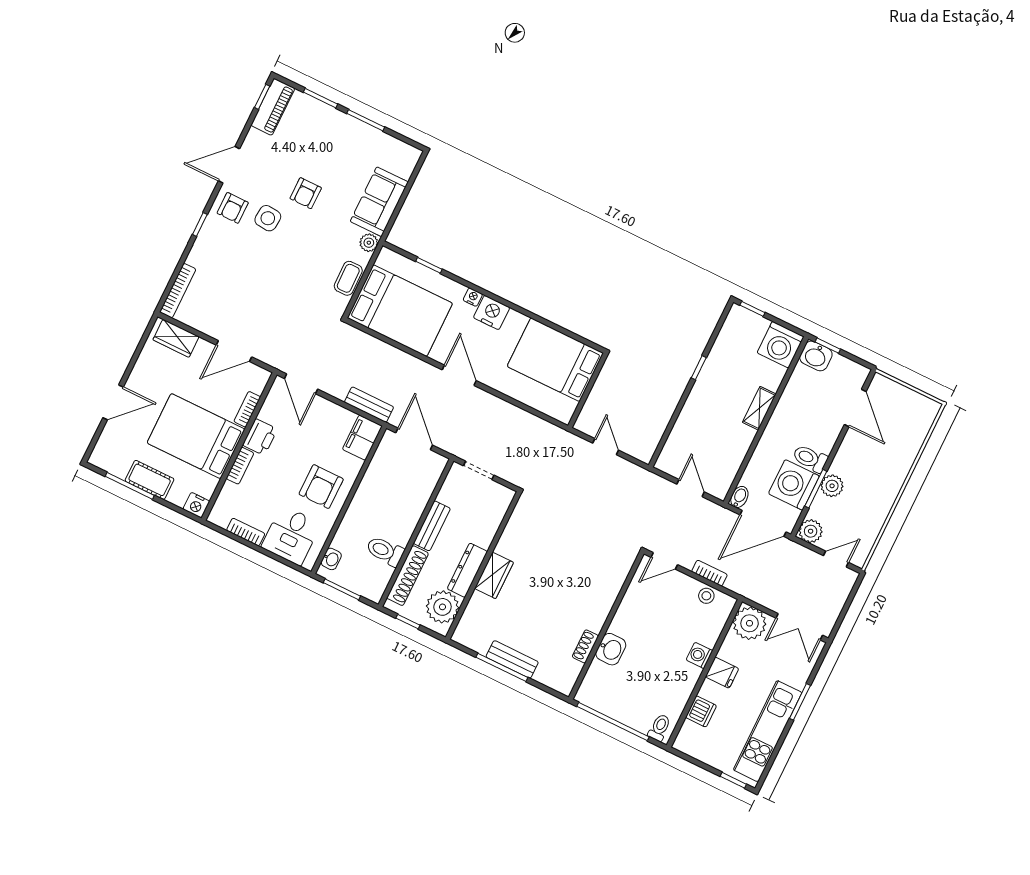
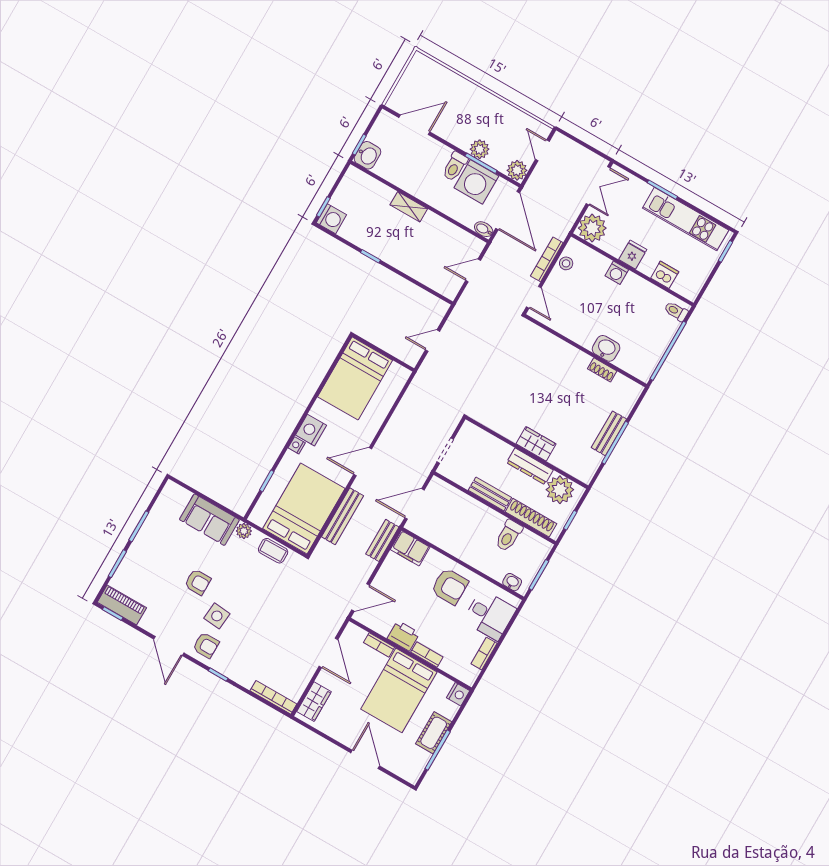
washing machine: (781, 345) -> (331, 219), moved, width x0.73, depth x0.73
bench: (394, 356) -> (342, 516), added
bookcase: (709, 573) -> (547, 259), width x1.56

